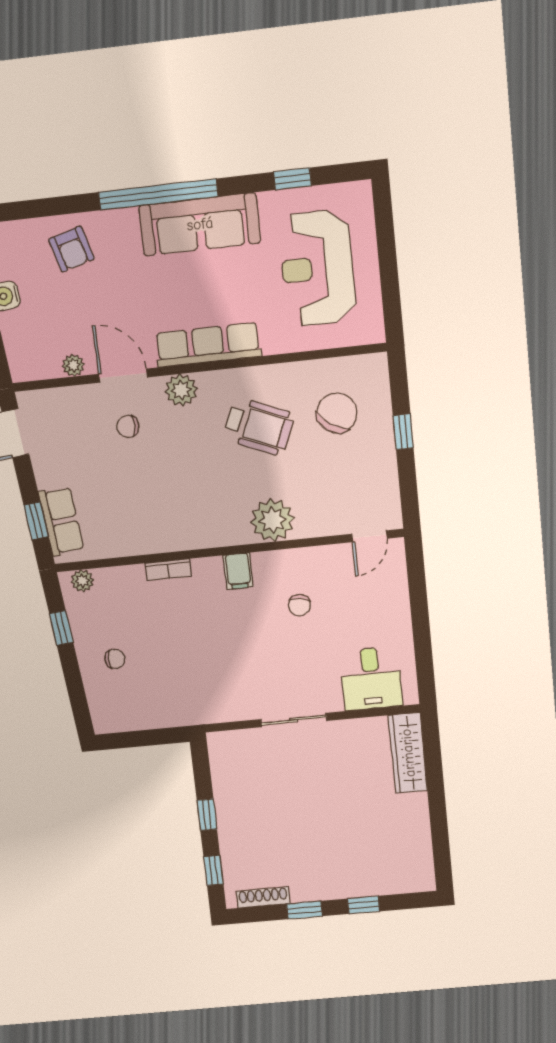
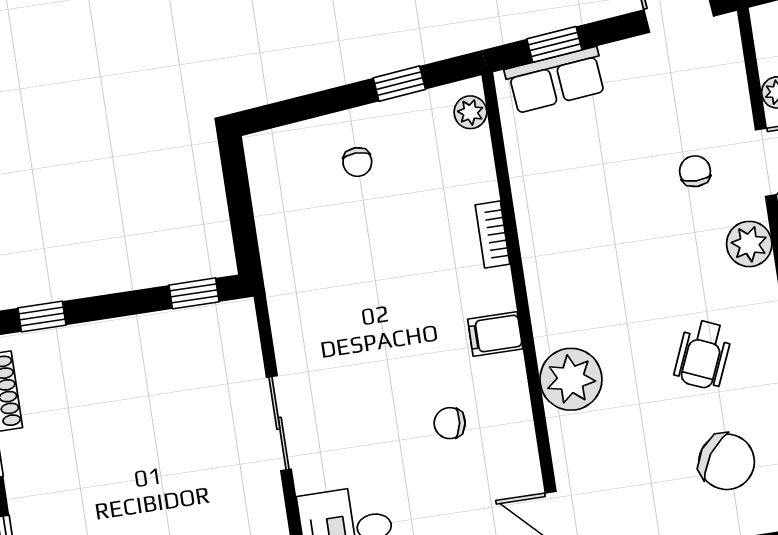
wheelchair: (259, 426) -> (703, 354), width x0.73, depth x0.73
window: (207, 815) -> (194, 293), moved

